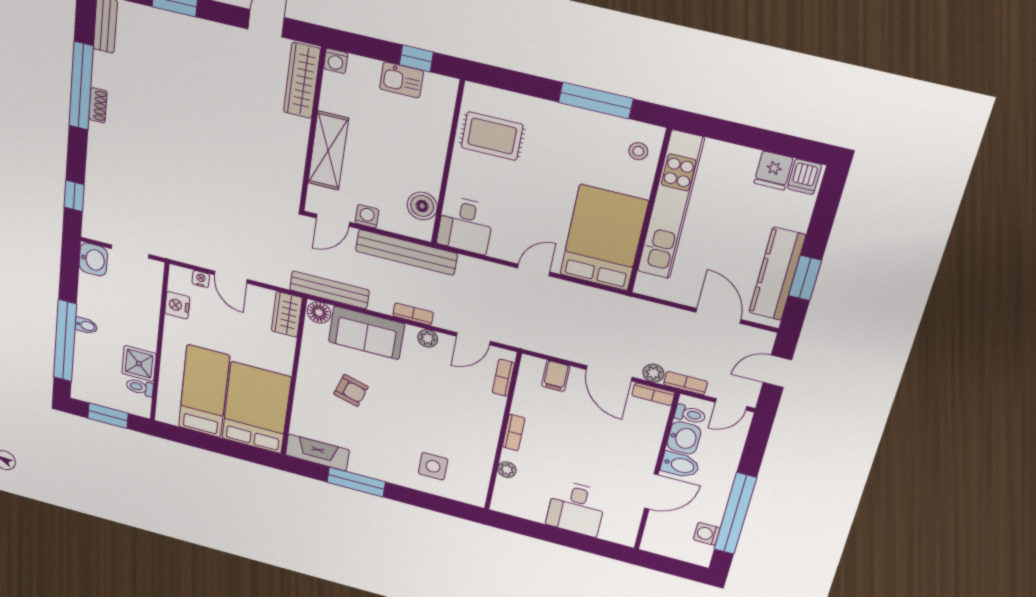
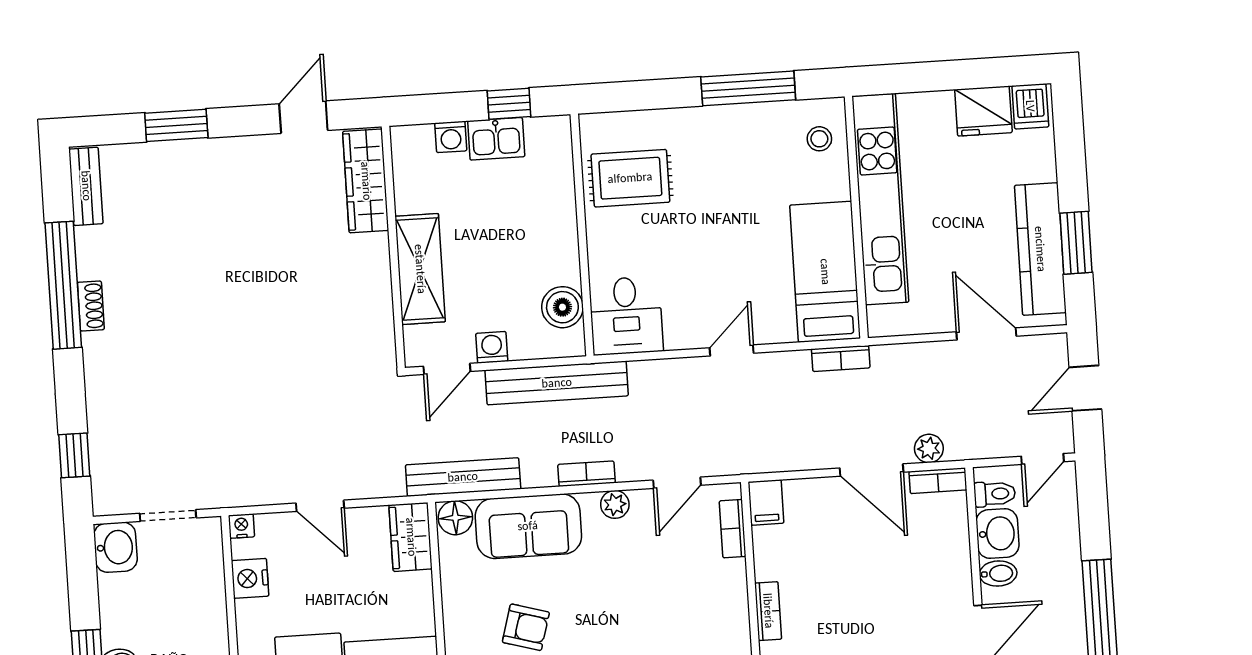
washing machine: (336, 61) -> (451, 137), moved
fridge: (773, 171) -> (983, 111), width x1.38
bed: (604, 238) -> (825, 272), width x0.67
nightstand: (201, 279) -> (241, 526), moved
filing cabinet: (556, 376) -> (766, 502), moved
bookcase: (686, 383) -> (841, 358), moved, turned 180
bidet: (680, 465) -> (998, 574), width x0.72, depth x0.74

